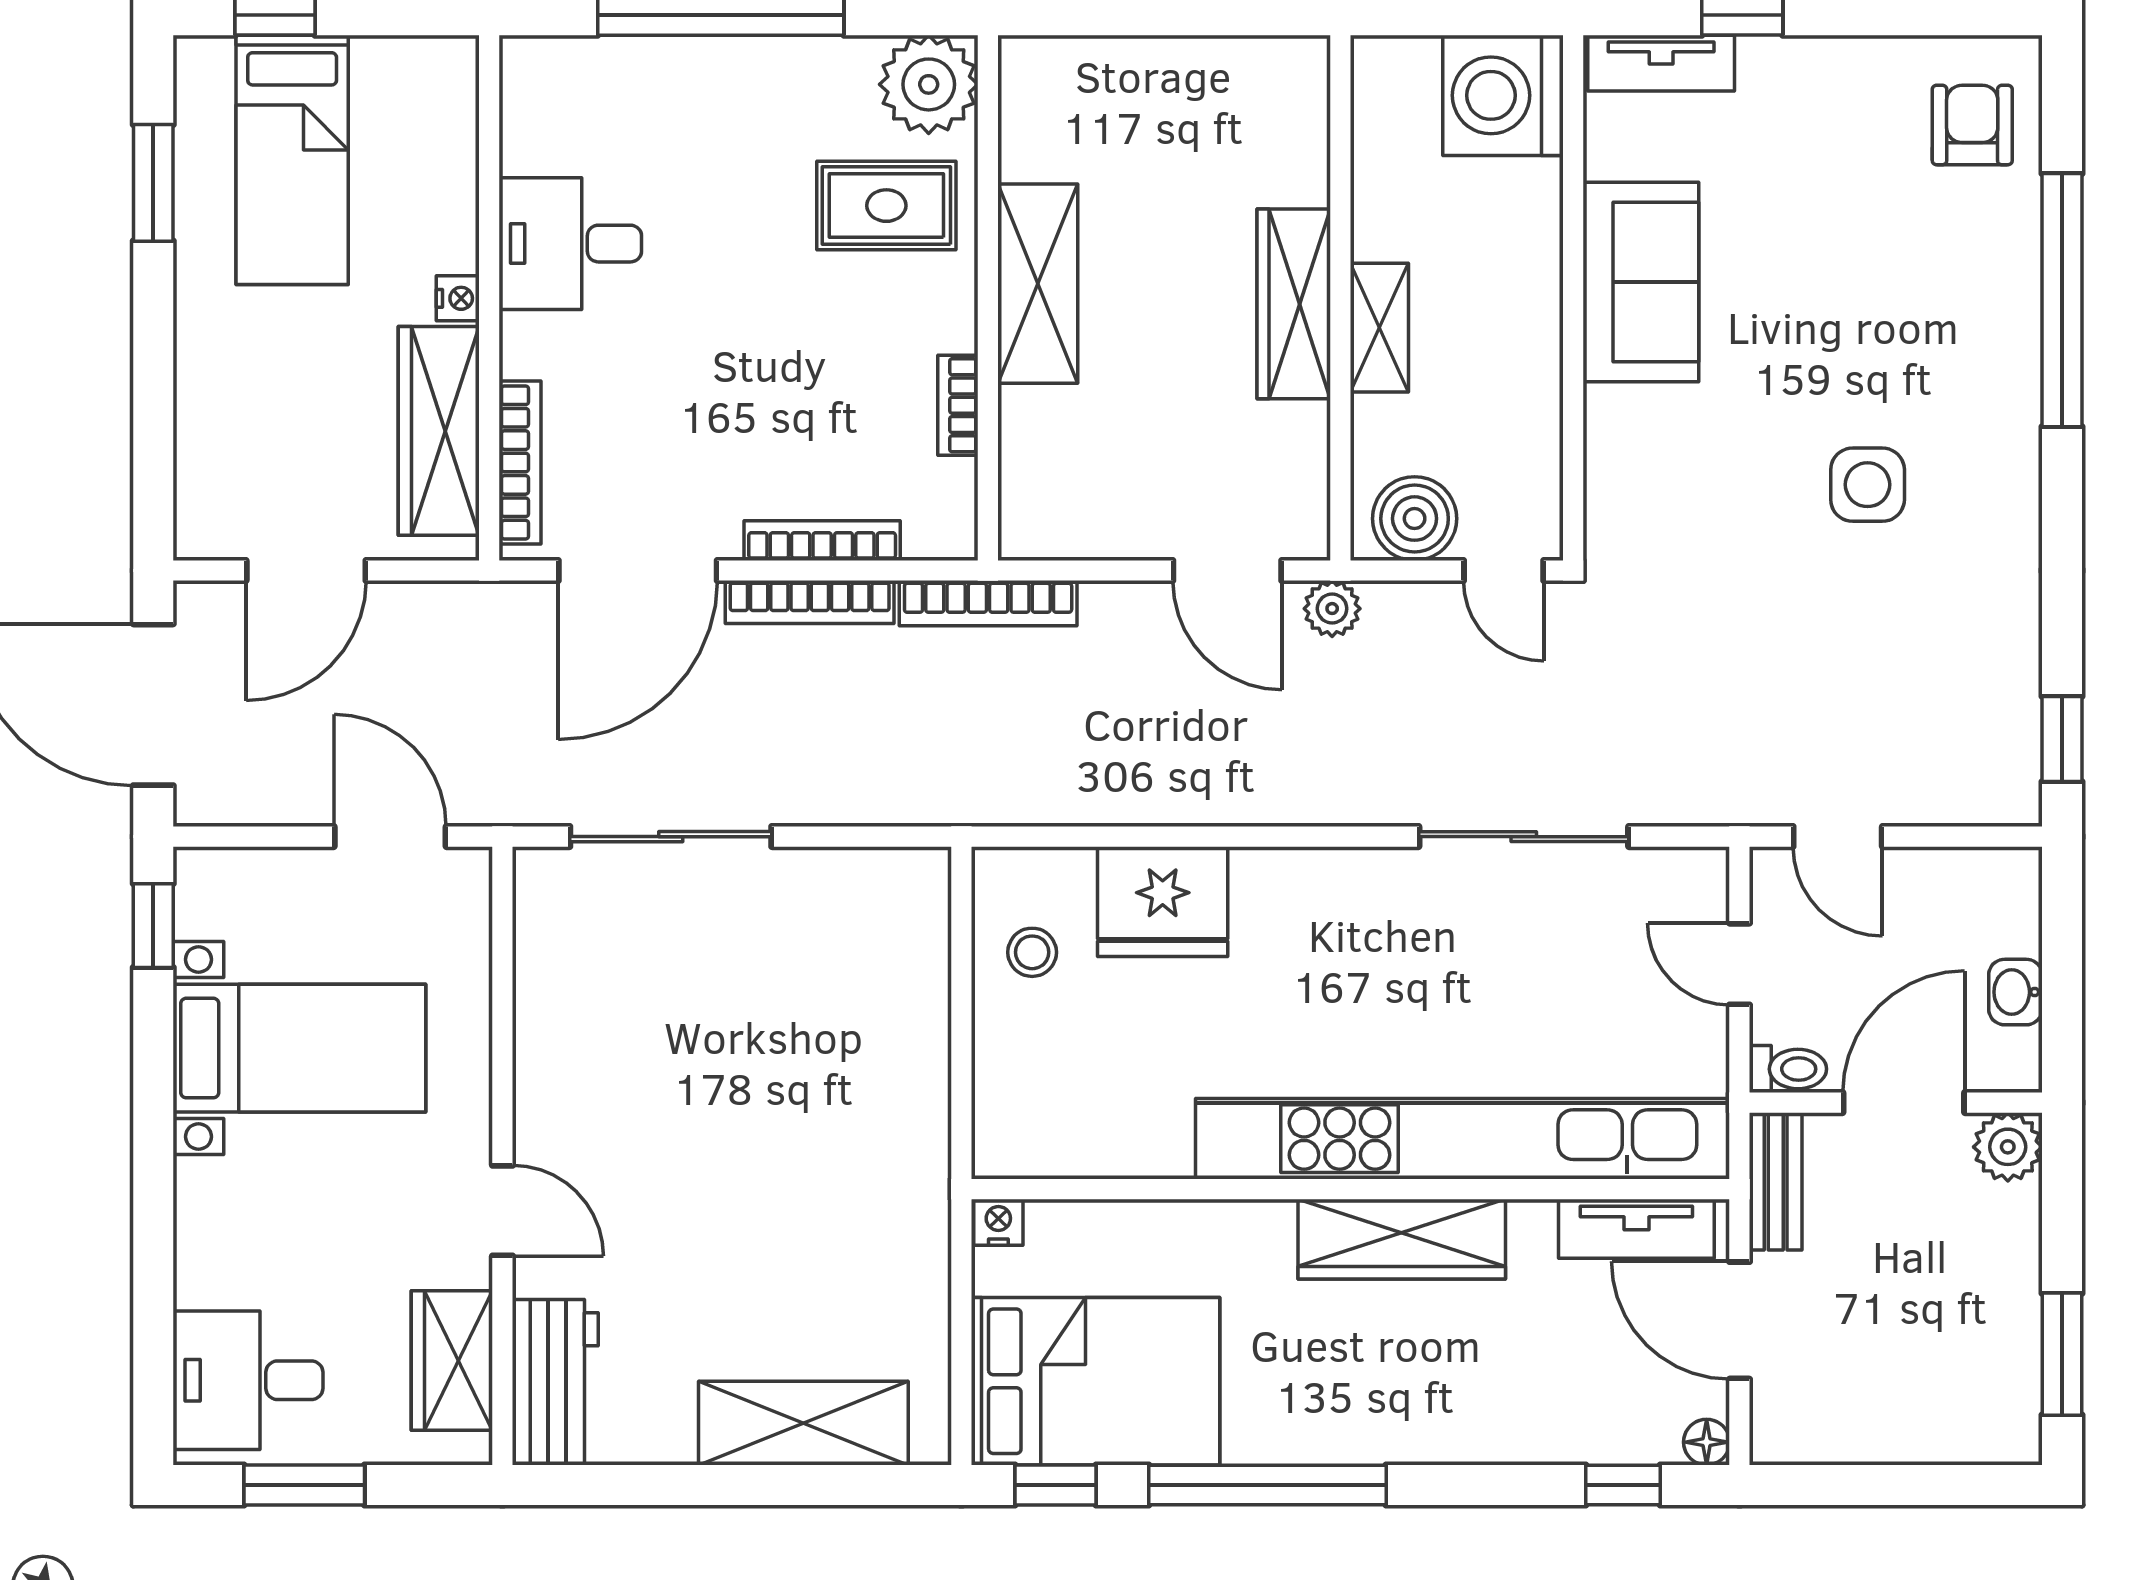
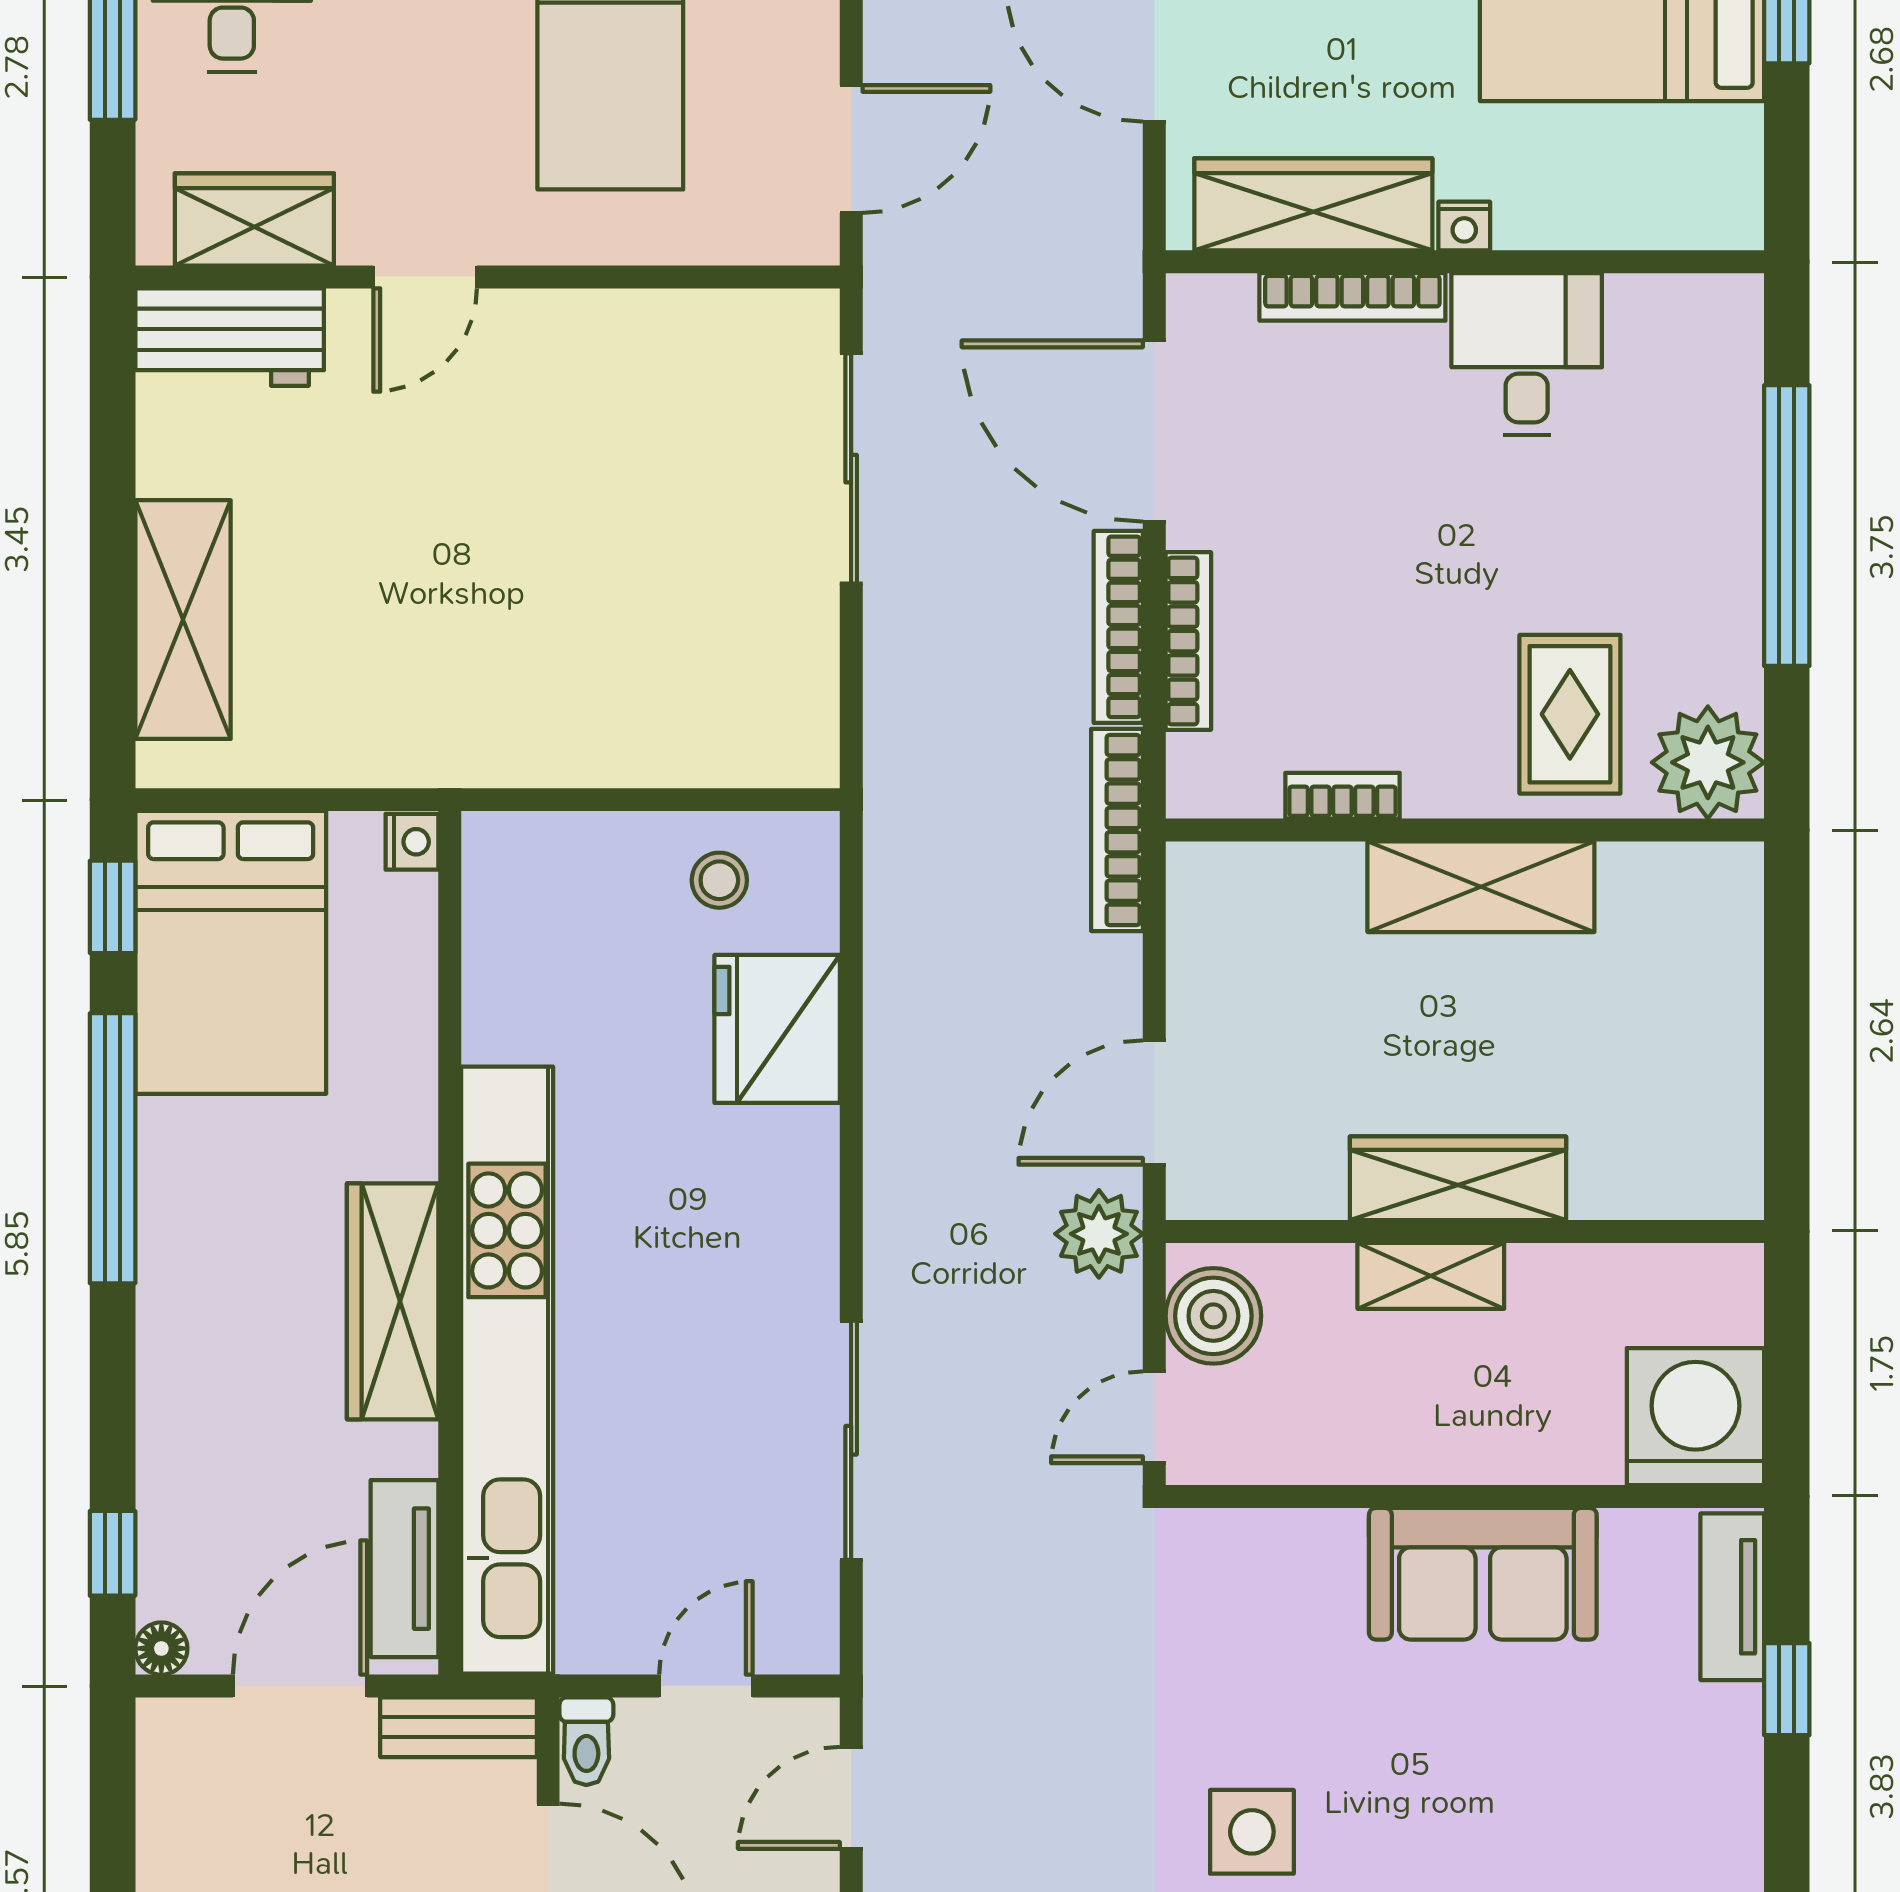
bookcase: (520, 462) -> (1352, 297), moved
plant: (1332, 609) -> (1099, 1234), width x1.38, depth x1.38

